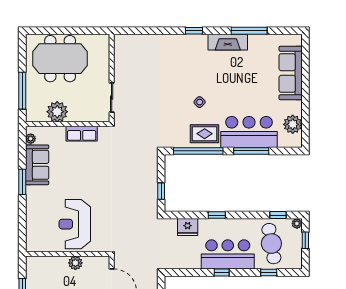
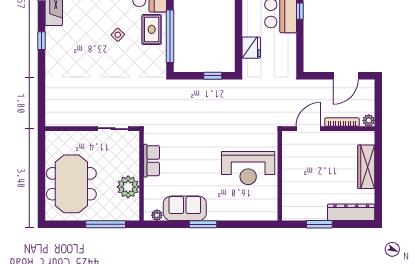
window: (217, 215) -> (238, 16), removed
plant: (75, 263) -> (289, 167), removed

